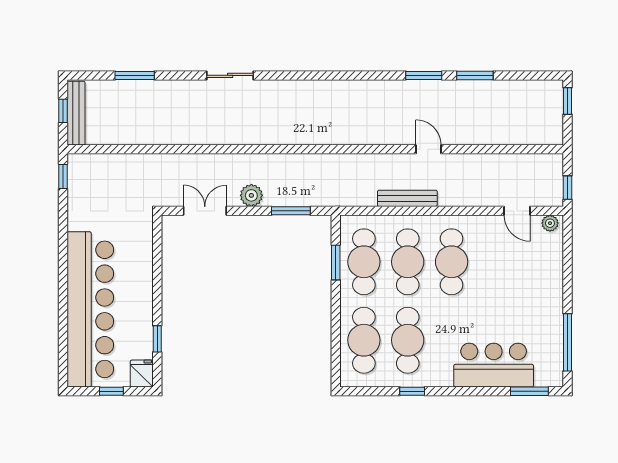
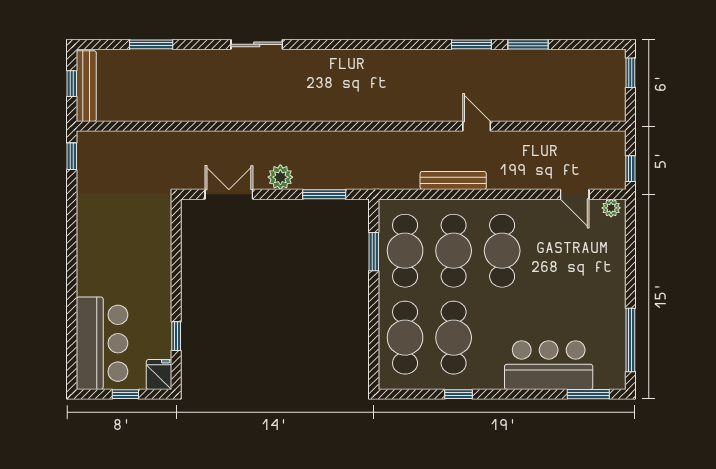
bar counter: (90, 309) -> (102, 343), width x0.54

